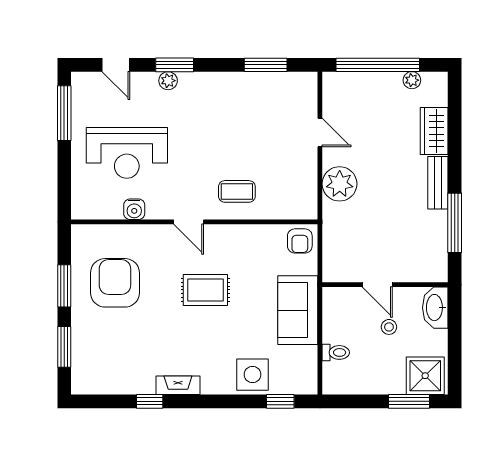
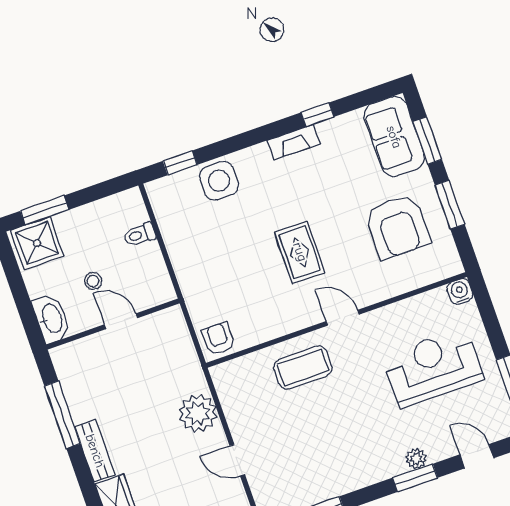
coffee table: (237, 191) -> (303, 368), width x1.36, depth x1.30
water cooler: (134, 209) -> (460, 292), moved
rug: (205, 290) -> (300, 252), turned 90
sofa: (298, 310) -> (394, 137), moved, turned 180

